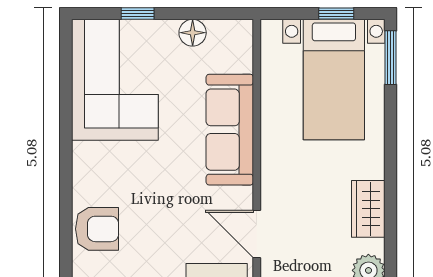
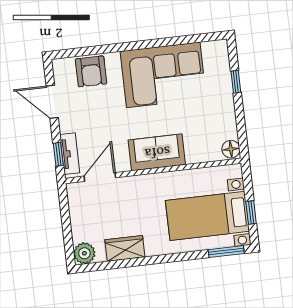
floor lamp: (193, 33) -> (231, 149), moved
corner sofa: (115, 80) -> (163, 75), moved
sofa: (230, 130) -> (157, 152), width x0.73

